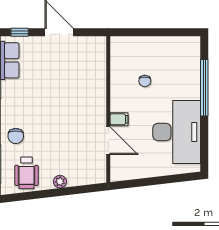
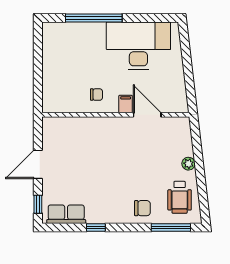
chair: (145, 81) -> (96, 95), moved
door: (108, 141) -> (147, 115), hinge flipped
wheelchair: (27, 173) -> (180, 197), turned 90

